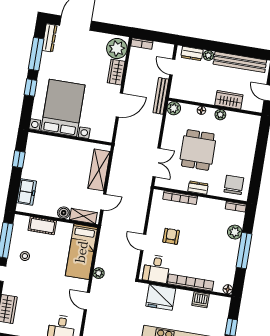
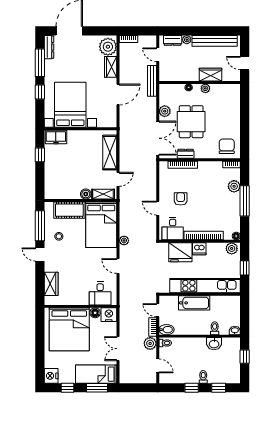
plant: (174, 108) -> (165, 111), moved
double door: (156, 162) -> (158, 138), width x1.37
dresser: (198, 188) -> (186, 154), moved
freezer: (27, 192) -> (56, 137), moved, turned 90
cot: (42, 226) -> (69, 210), width x1.37, depth x1.34
bed: (81, 252) -> (101, 225), width x1.50
dishwasher: (201, 300) -> (199, 249), moved
plant: (220, 303) -> (232, 248), added

